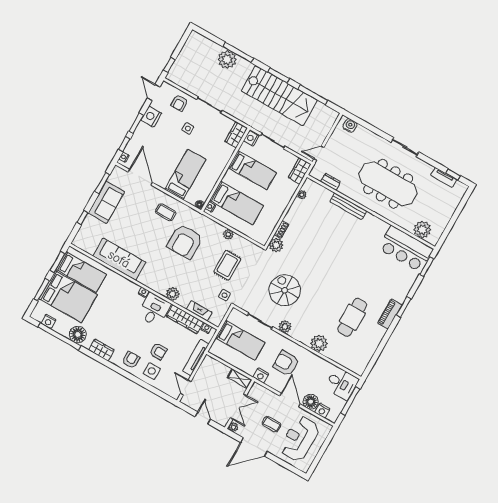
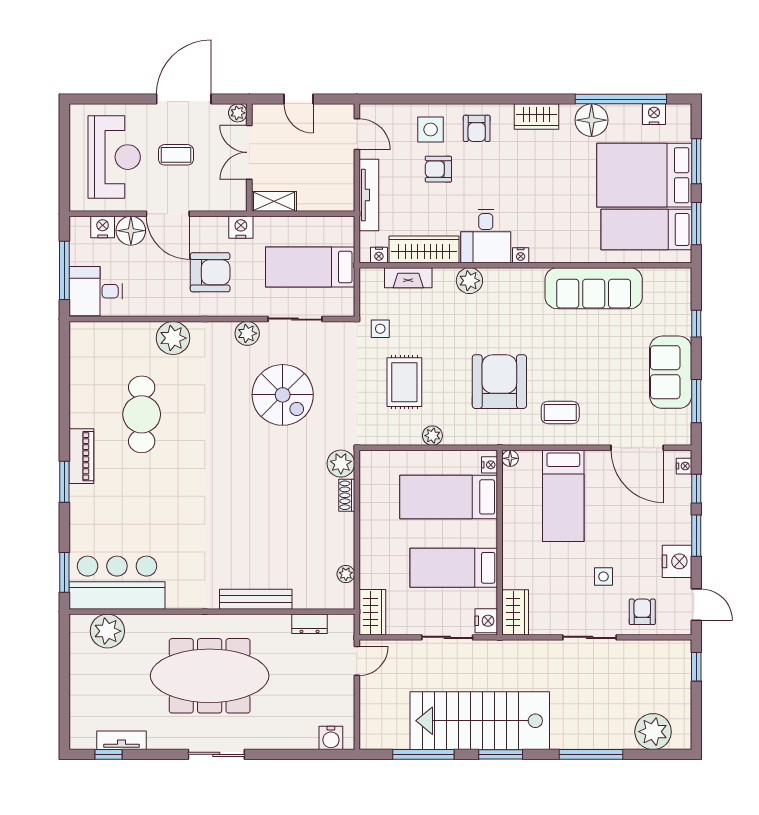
plant: (227, 59) -> (653, 732), moved

